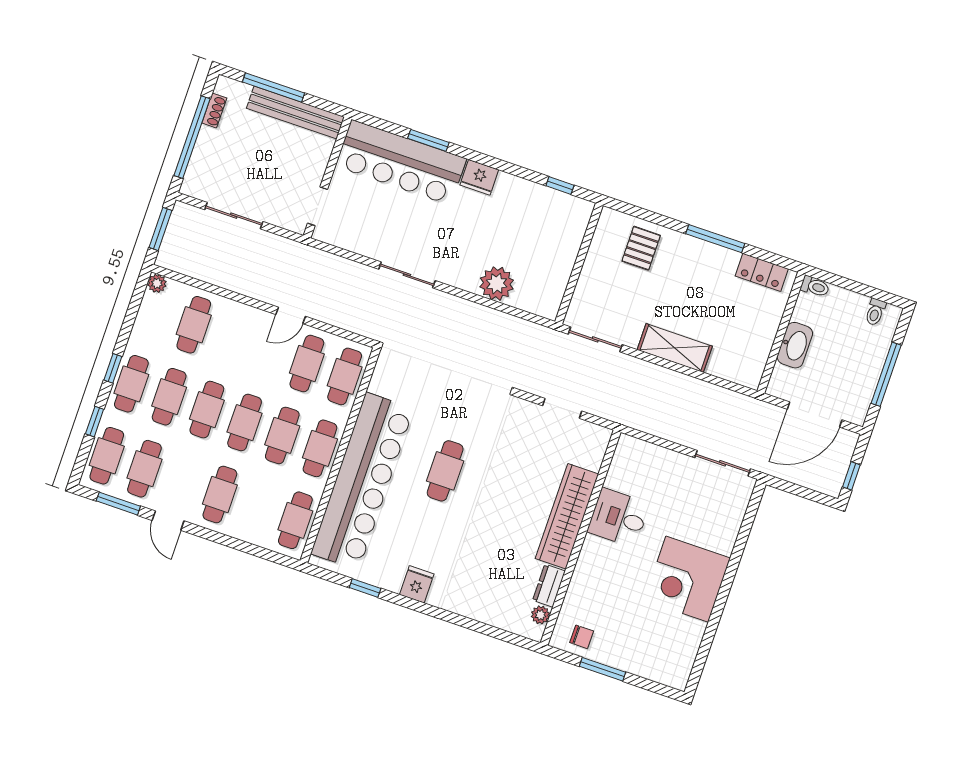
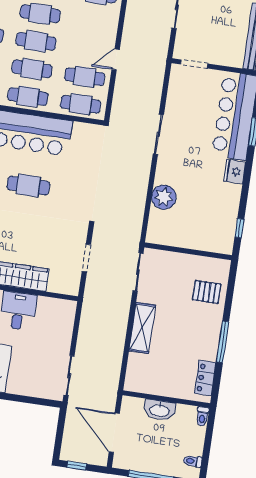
door: (291, 315) -> (116, 59), hinge flipped

